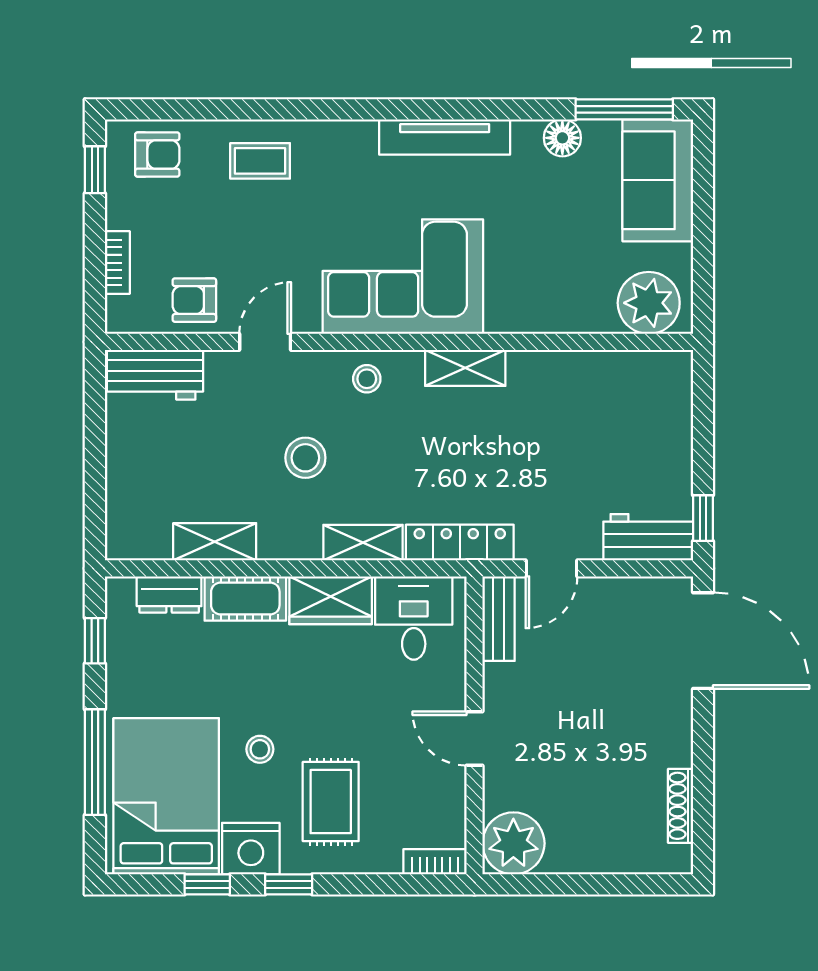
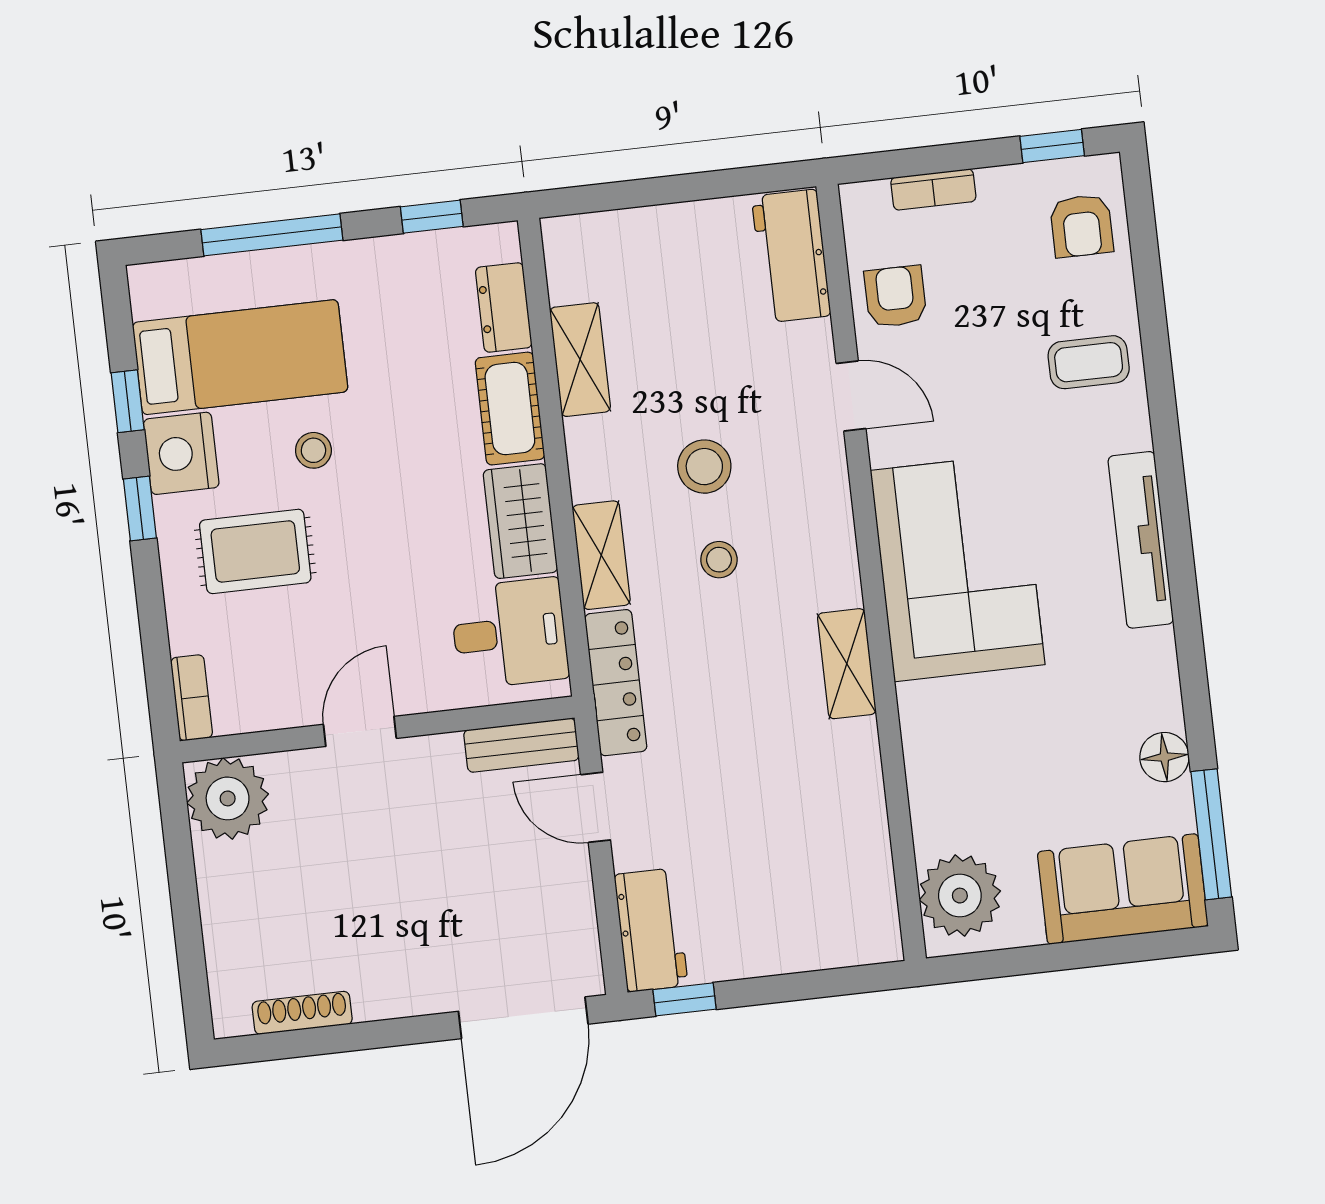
tv unit: (445, 137) -> (1141, 540), moved
coffee table: (260, 161) -> (1089, 362), turned 90
stool: (367, 379) -> (719, 560), moved
bed: (166, 796) -> (240, 357), width x0.67

